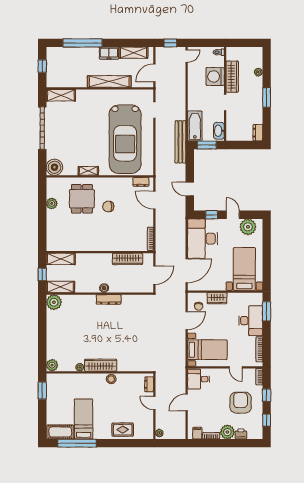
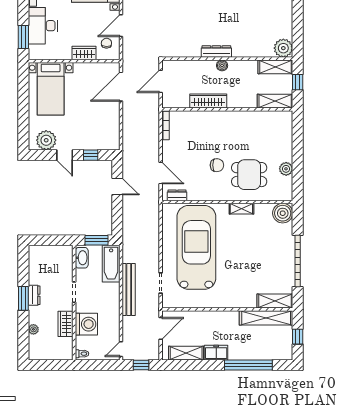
wardrobe: (232, 77) -> (65, 324), width x0.67
shelving: (109, 81) -> (266, 318), moved
dresser: (258, 133) -> (34, 295), moved
bench: (180, 142) -> (129, 290), moved
dining table: (82, 199) -> (249, 175), turned 90
desk: (203, 239) -> (102, 126), removed
wardrobe: (128, 259) -> (208, 101), moved

